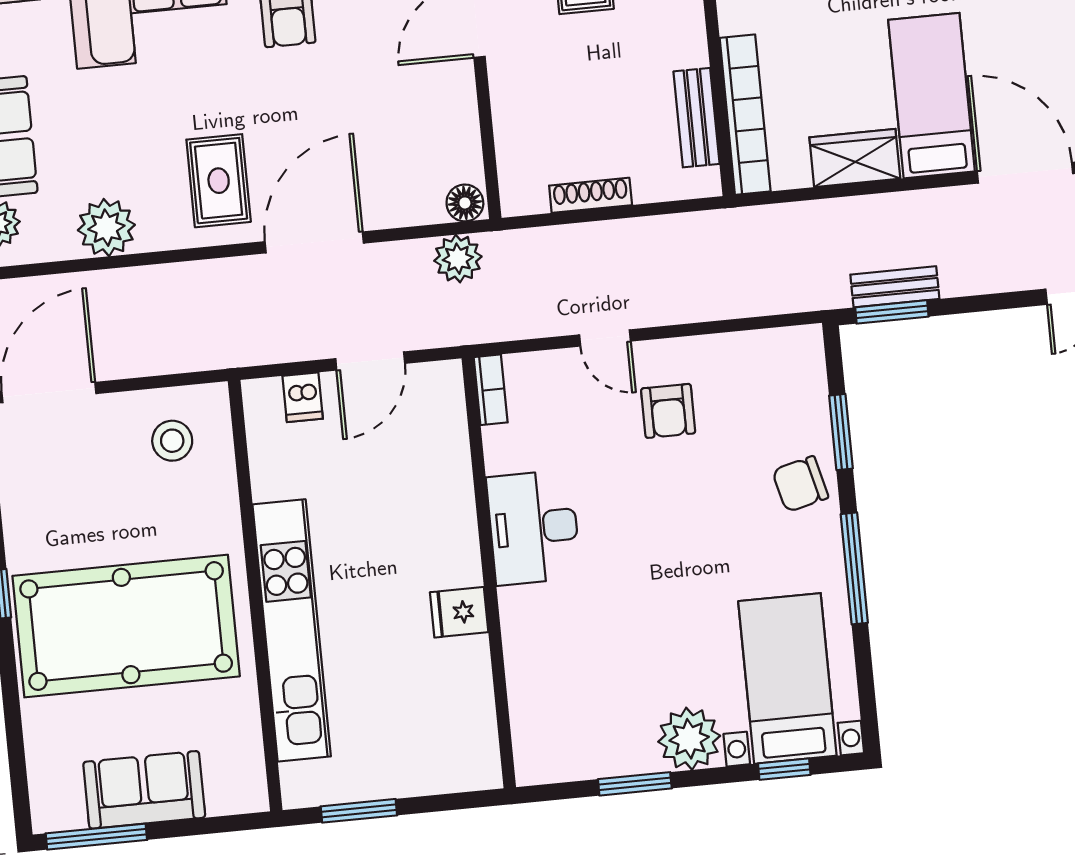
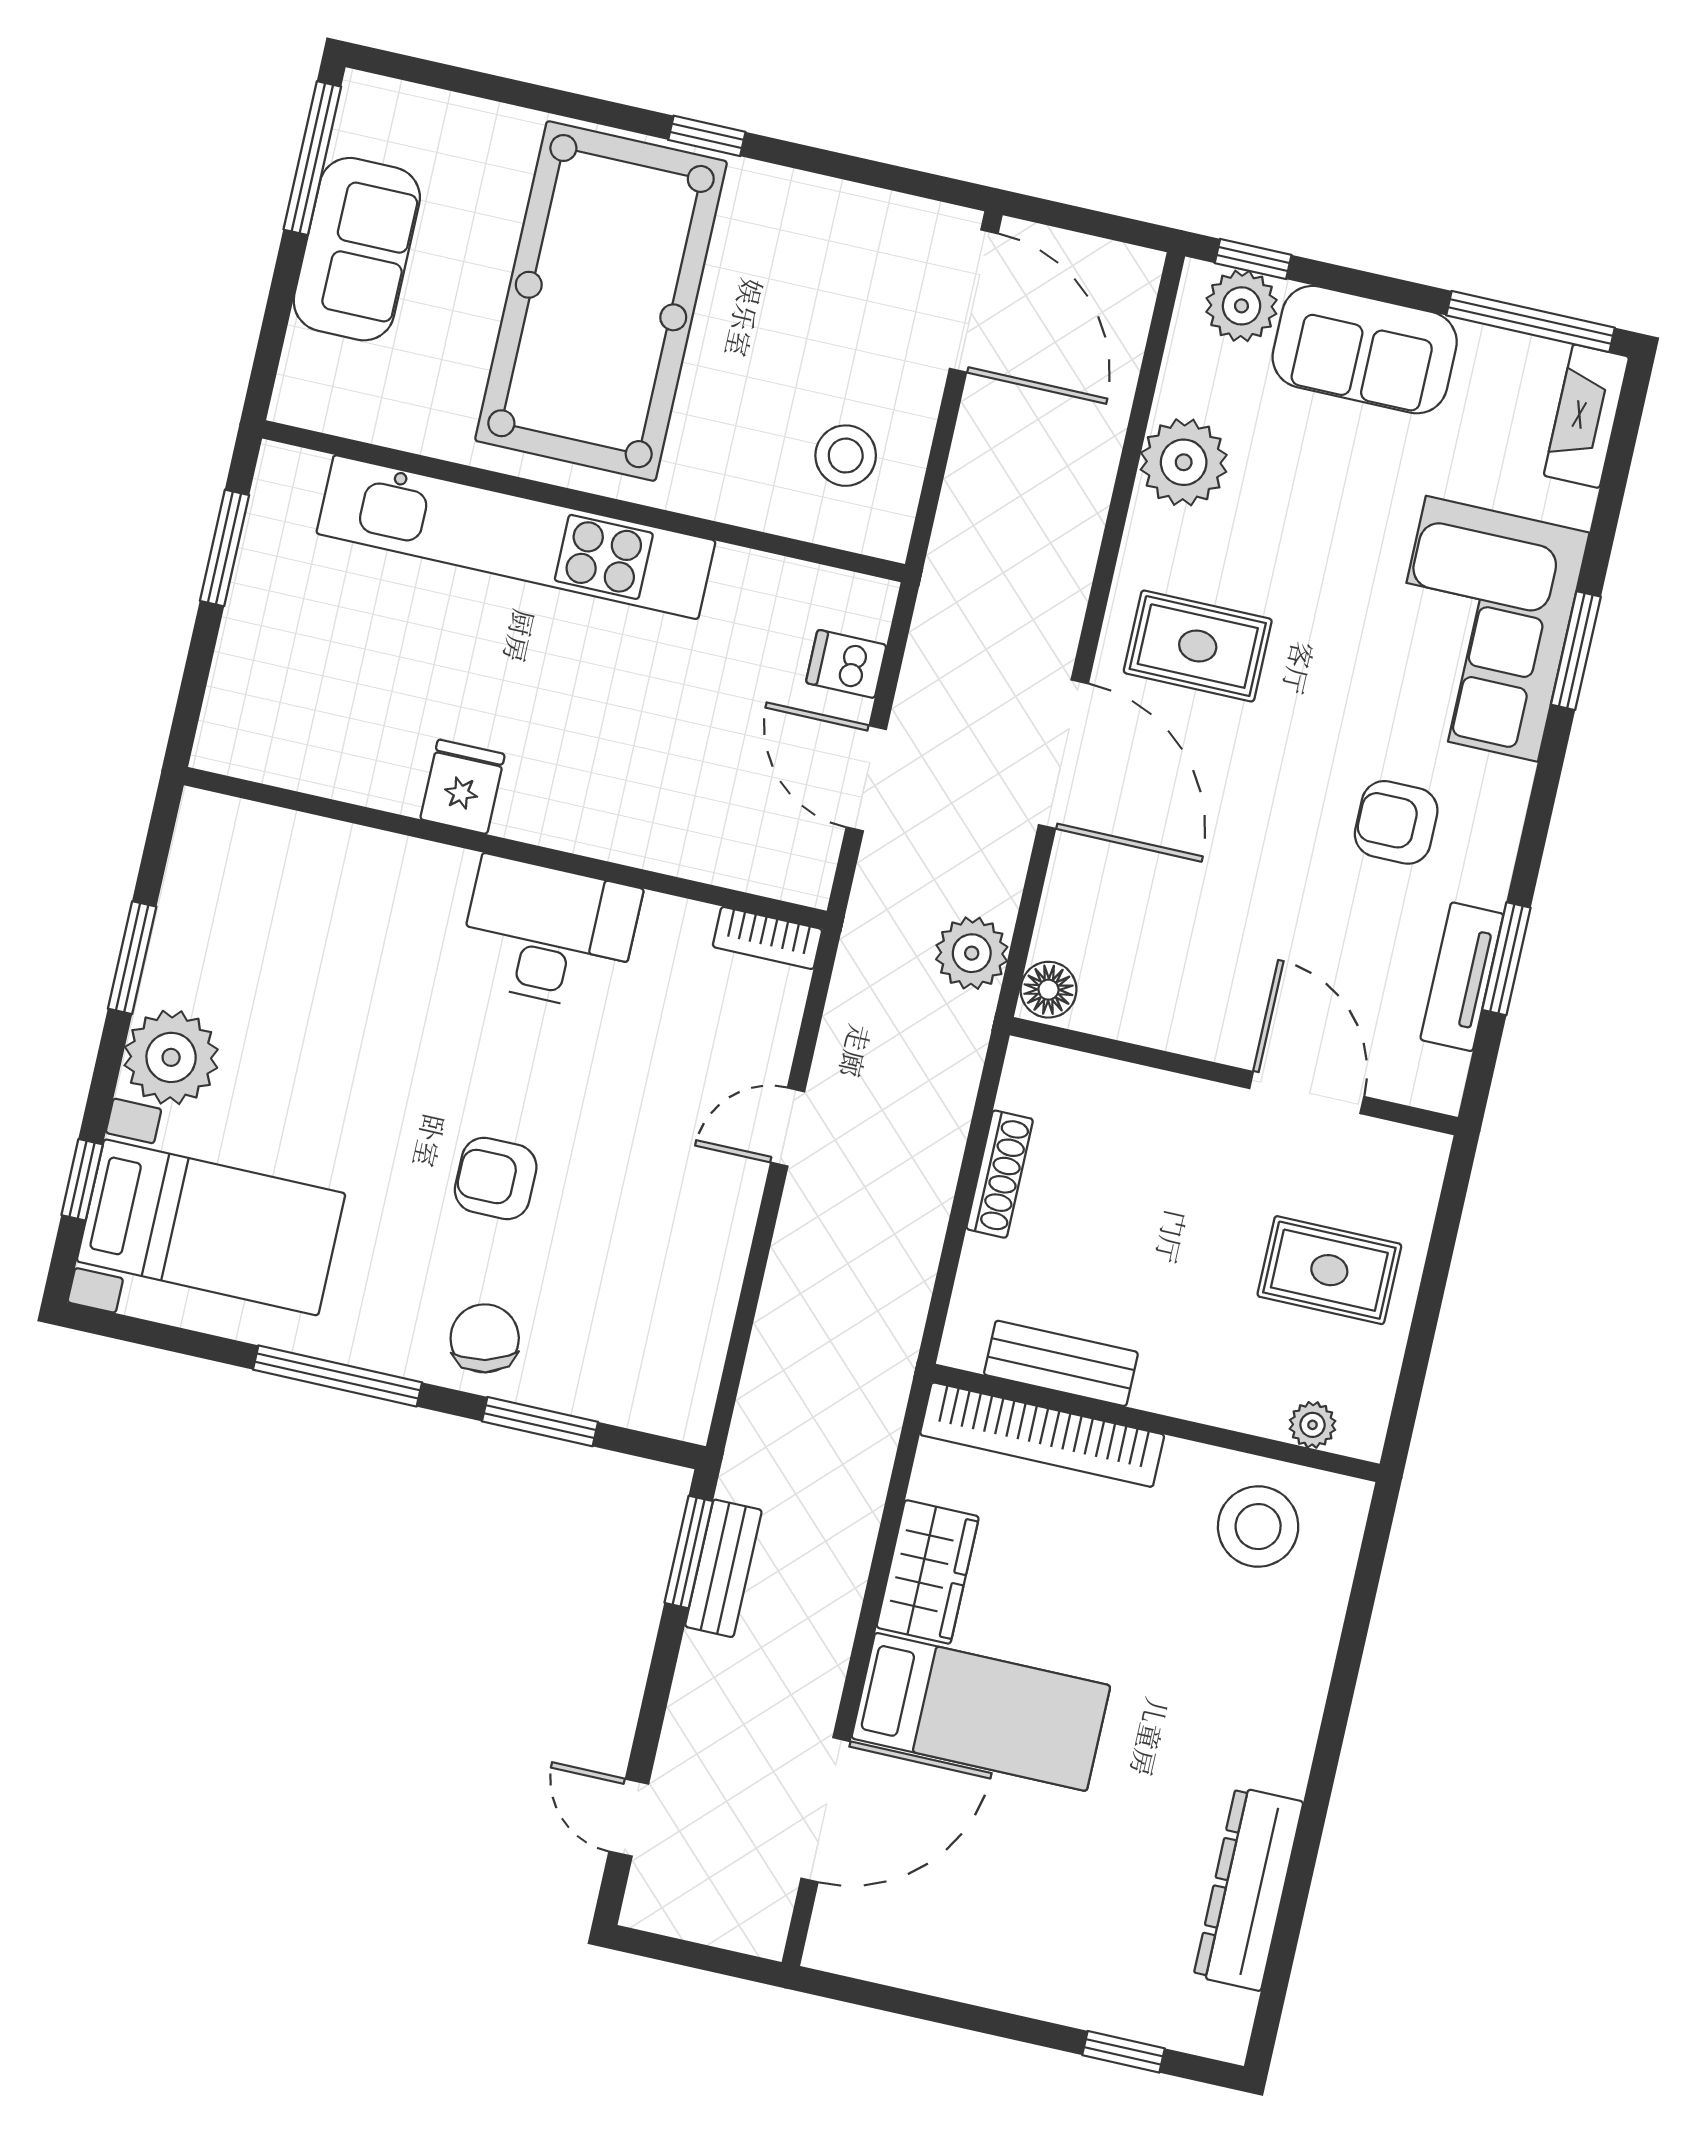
armchair: (668, 411) -> (496, 1178), moved

